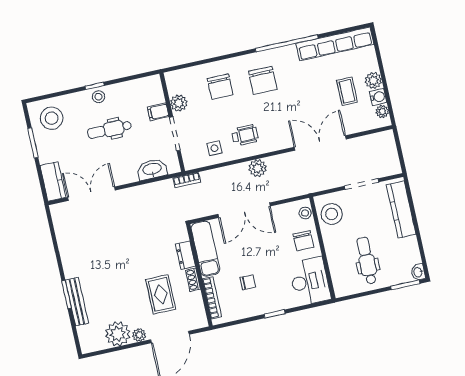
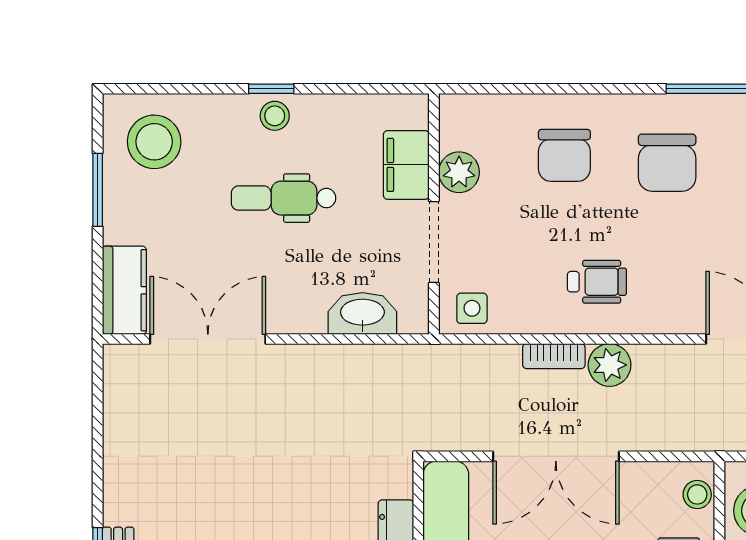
filing cabinet: (158, 112) -> (406, 165), width x2.00
side table: (214, 148) -> (472, 308), moved
bookcase: (187, 180) -> (554, 356), moved

